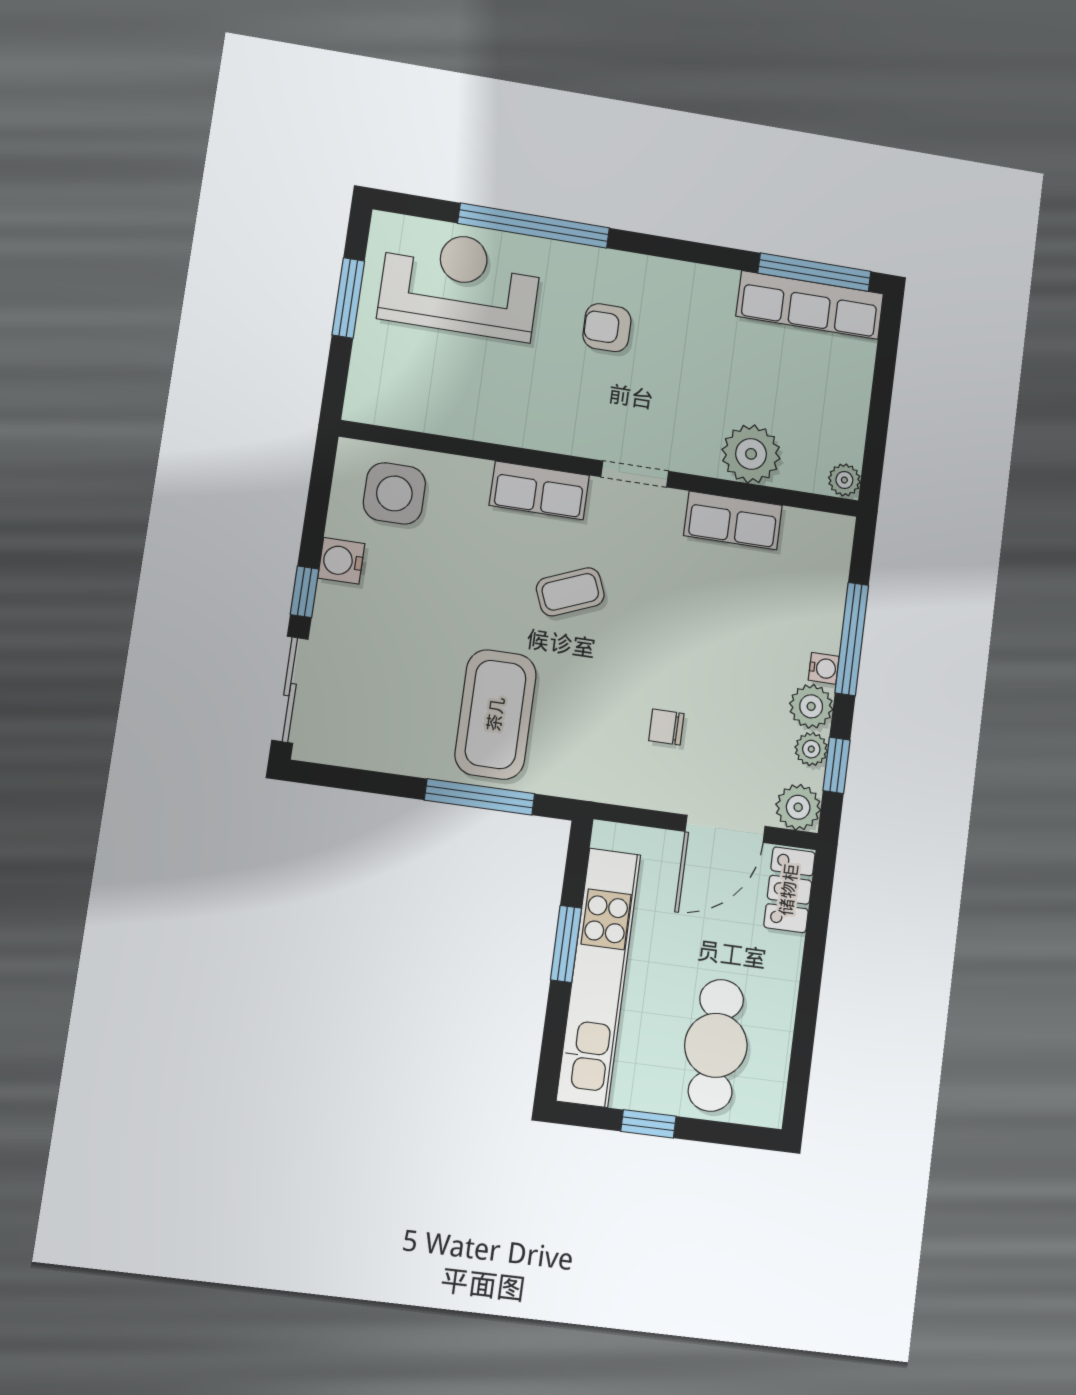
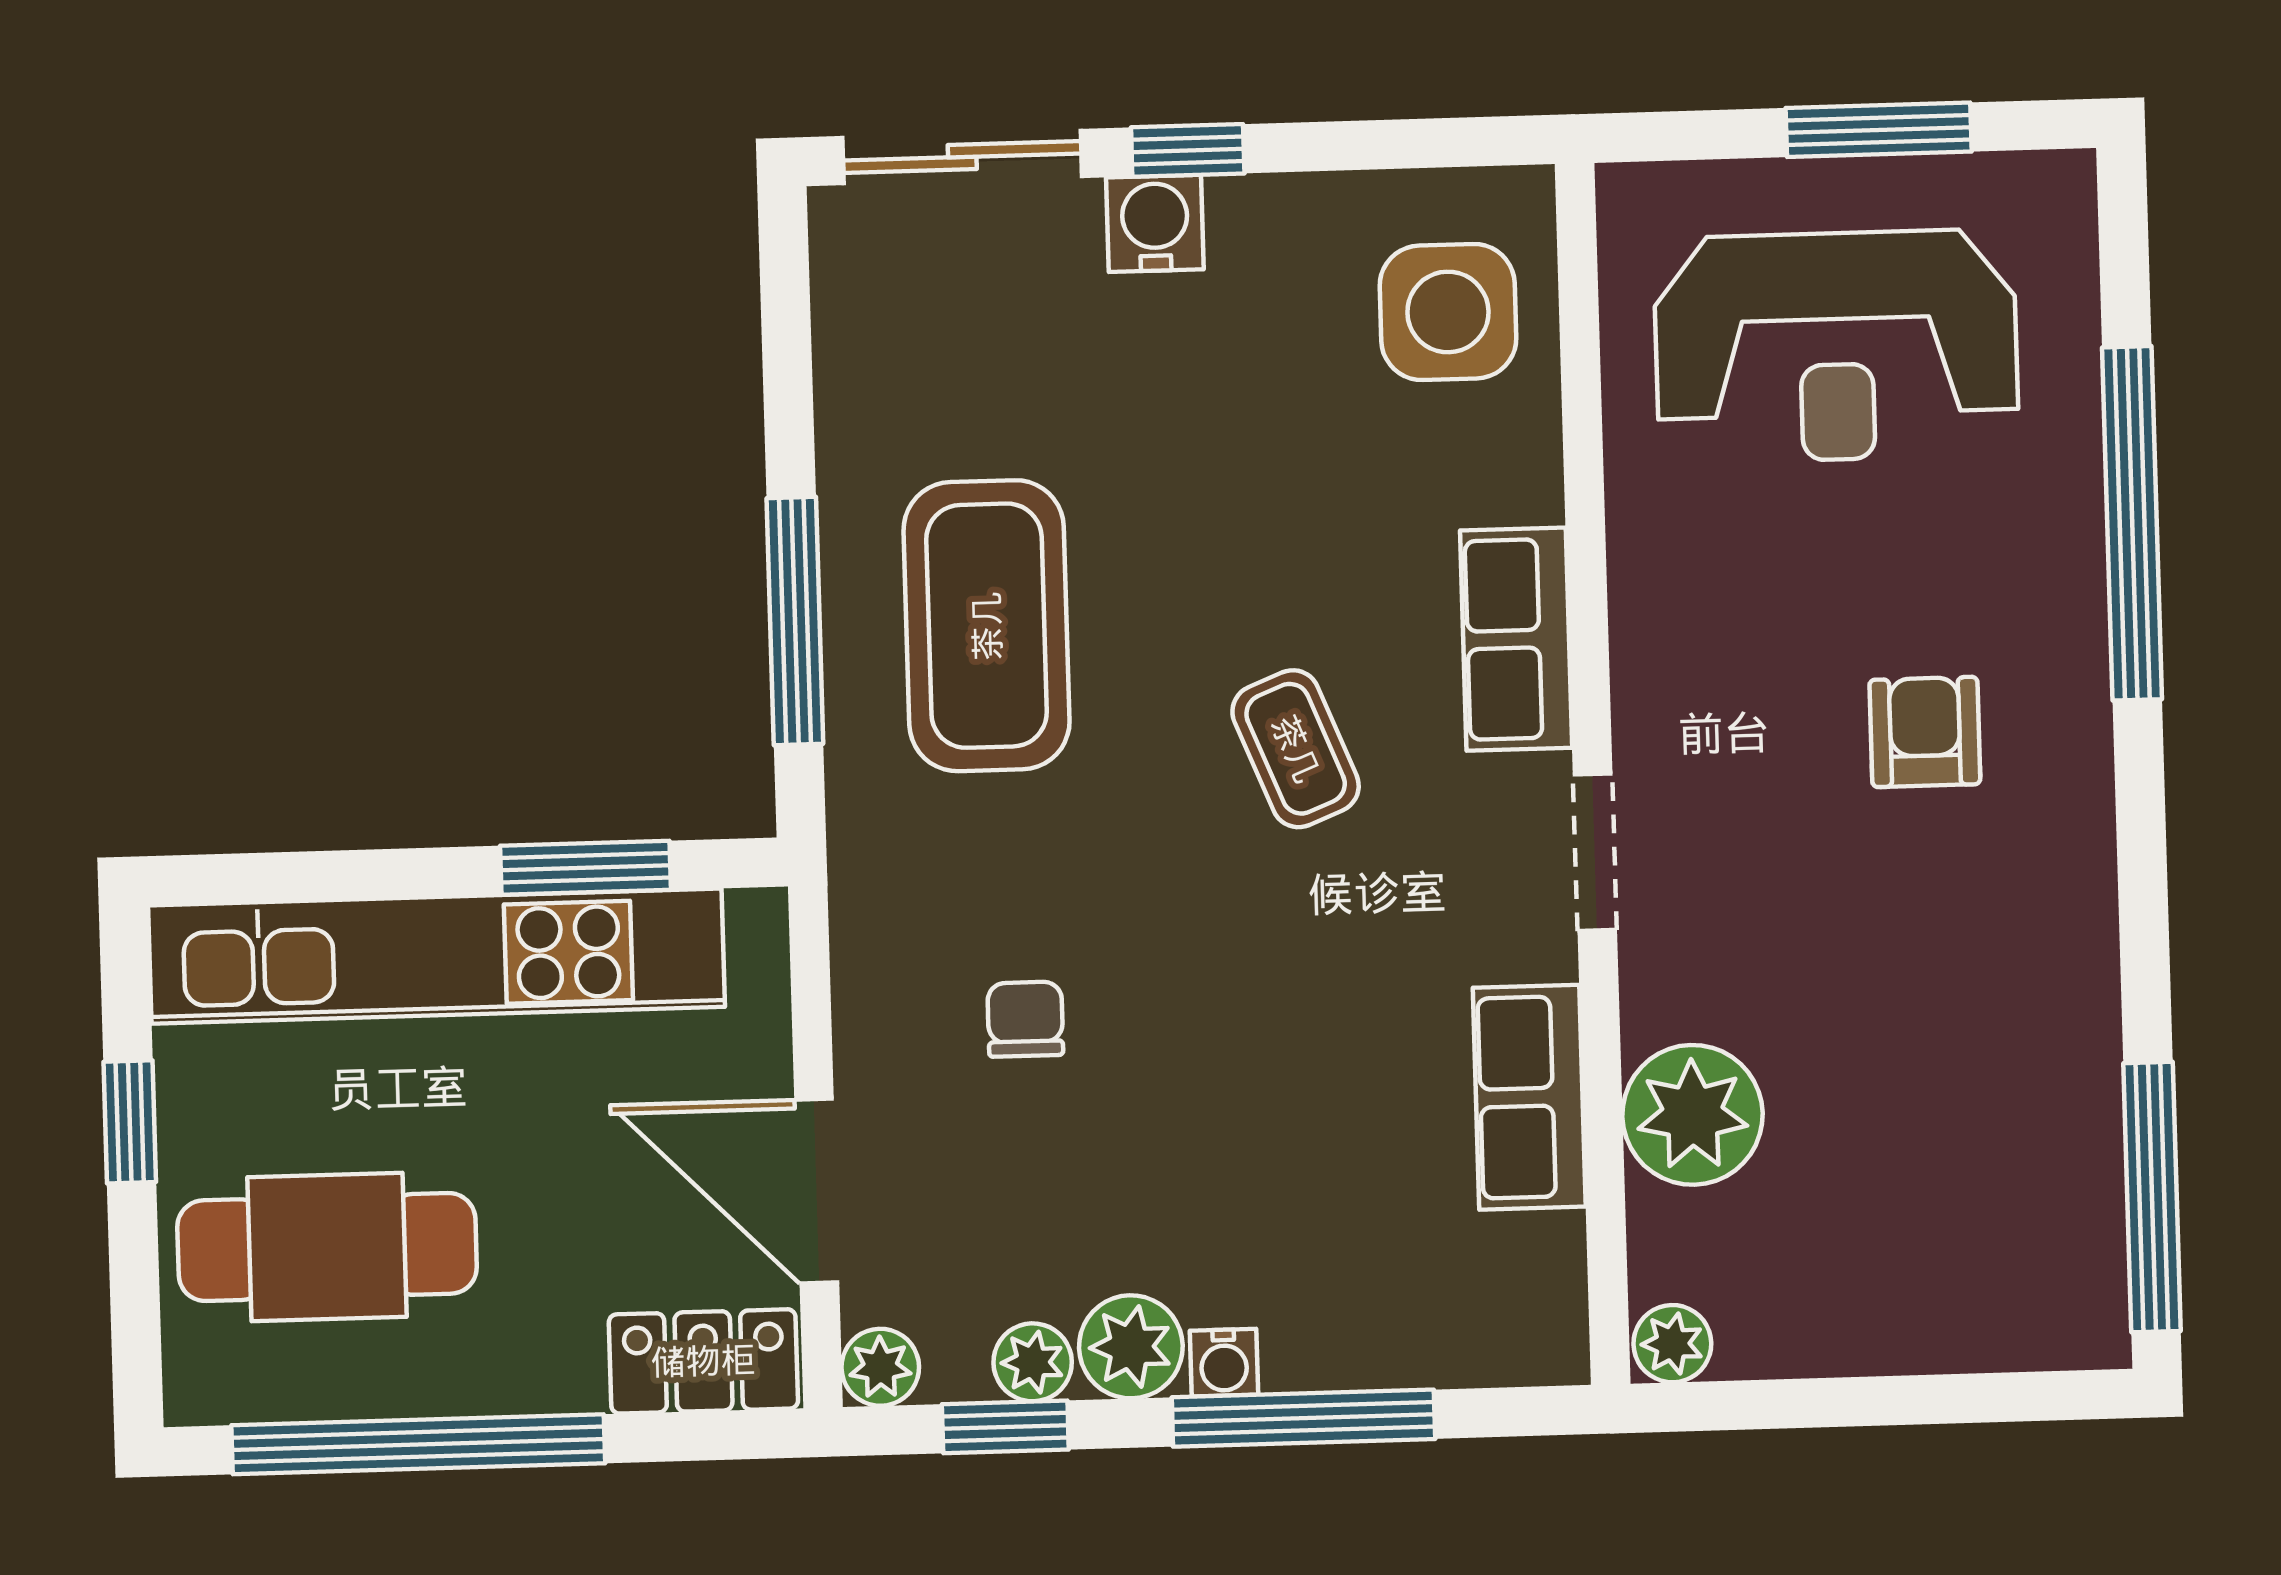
reception desk: (460, 284) -> (1836, 346), moved, turned 90
row of seats: (810, 305) -> (2072, 1198), removed
water cooler: (341, 561) -> (1155, 223), moved
coffee table: (496, 714) -> (987, 626), turned 90
plant: (798, 807) -> (880, 1367), width x0.73, depth x0.73
window: (566, 944) -> (586, 868), moved
window: (806, 1019) -> (418, 1444), added

